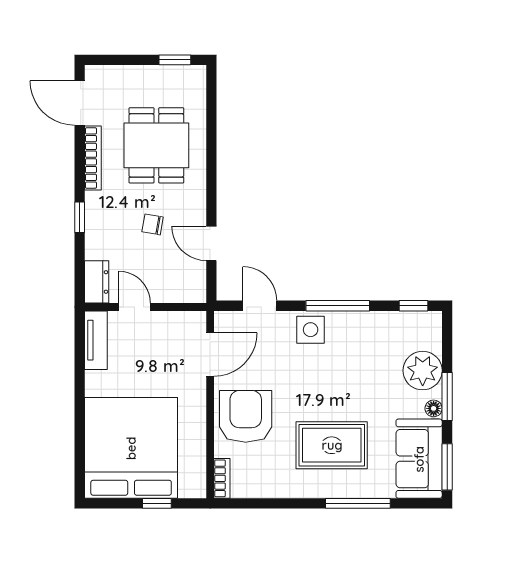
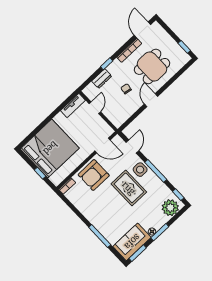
door: (211, 243) -> (151, 100), moved
dresser: (97, 282) -> (102, 79), moved
plant: (423, 371) -> (170, 208), moved
armchair: (246, 416) -> (94, 175), turned 180
rug: (332, 445) -> (129, 188), moved

